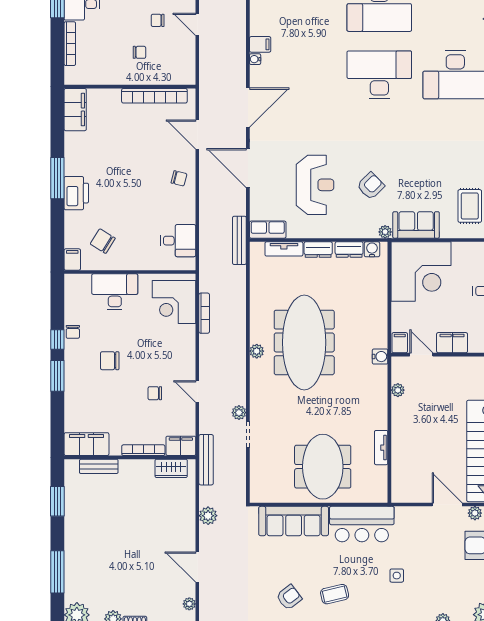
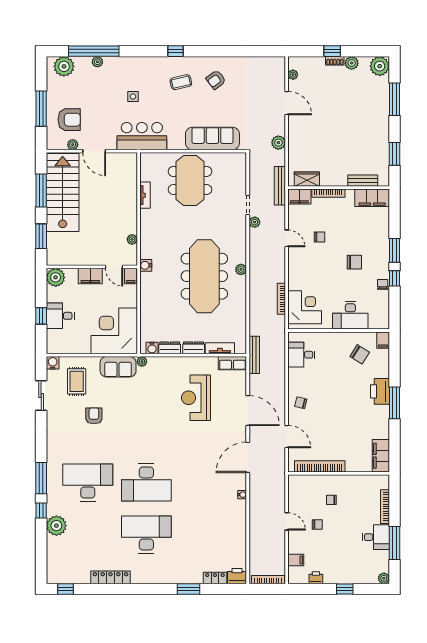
filing cabinet: (260, 44) -> (238, 506), removed
armchair: (371, 186) -> (94, 416), moved, turned 135
bar counter: (362, 524) -> (142, 136), moved

